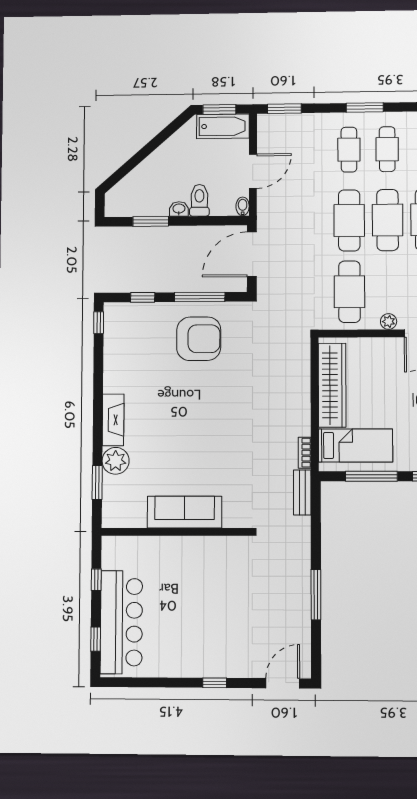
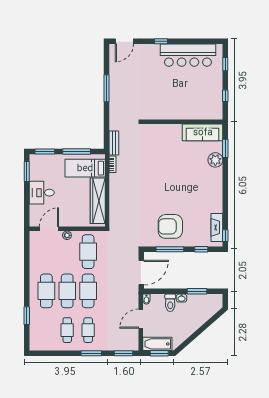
window: (365, 108) -> (91, 353), moved
fireplace: (113, 420) -> (217, 227), moved
sofa: (185, 512) -> (203, 132), moved
bar counter: (121, 622) -> (188, 55), moved, turned -90

